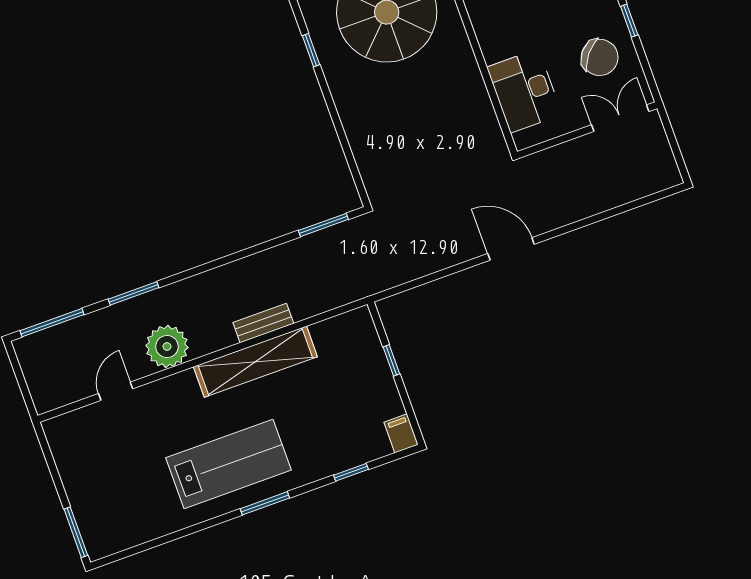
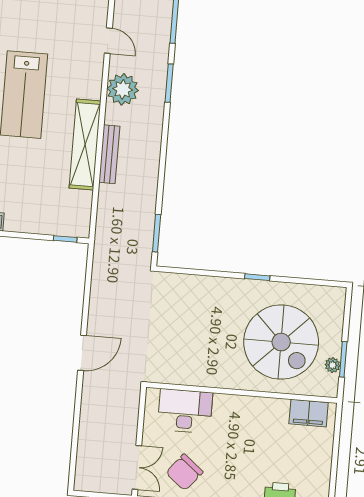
window: (311, 50) -> (257, 277), moved
bench: (263, 323) -> (109, 154), width x1.36
window: (391, 360) -> (65, 239), moved

